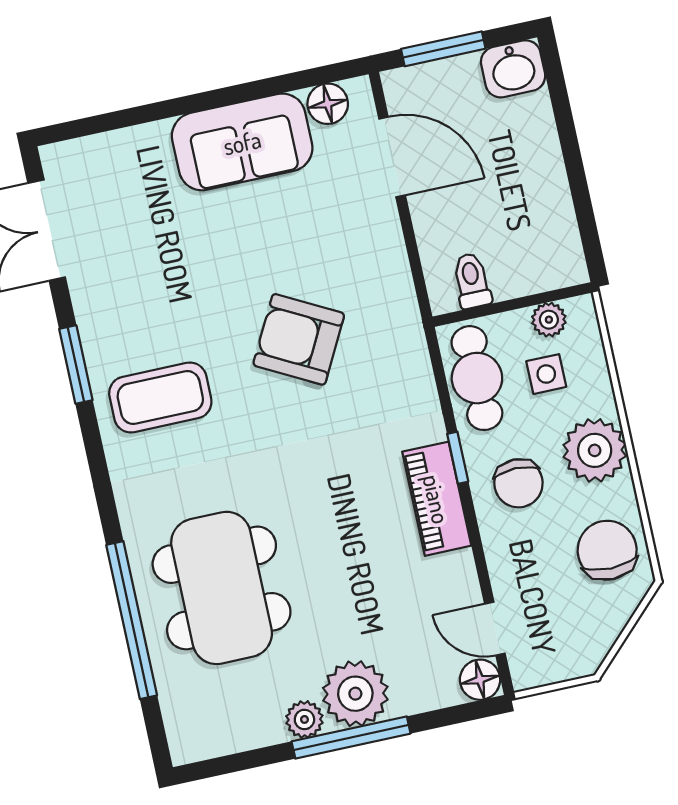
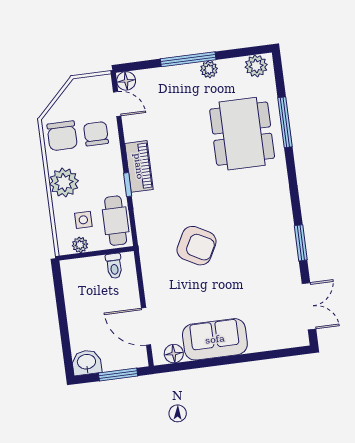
coffee table: (160, 398) -> (263, 224), removed
chair: (518, 483) -> (96, 134), moved
window: (132, 620) -> (285, 122), width x0.68
plant: (355, 694) -> (256, 66), moved, width x0.73, depth x0.73

